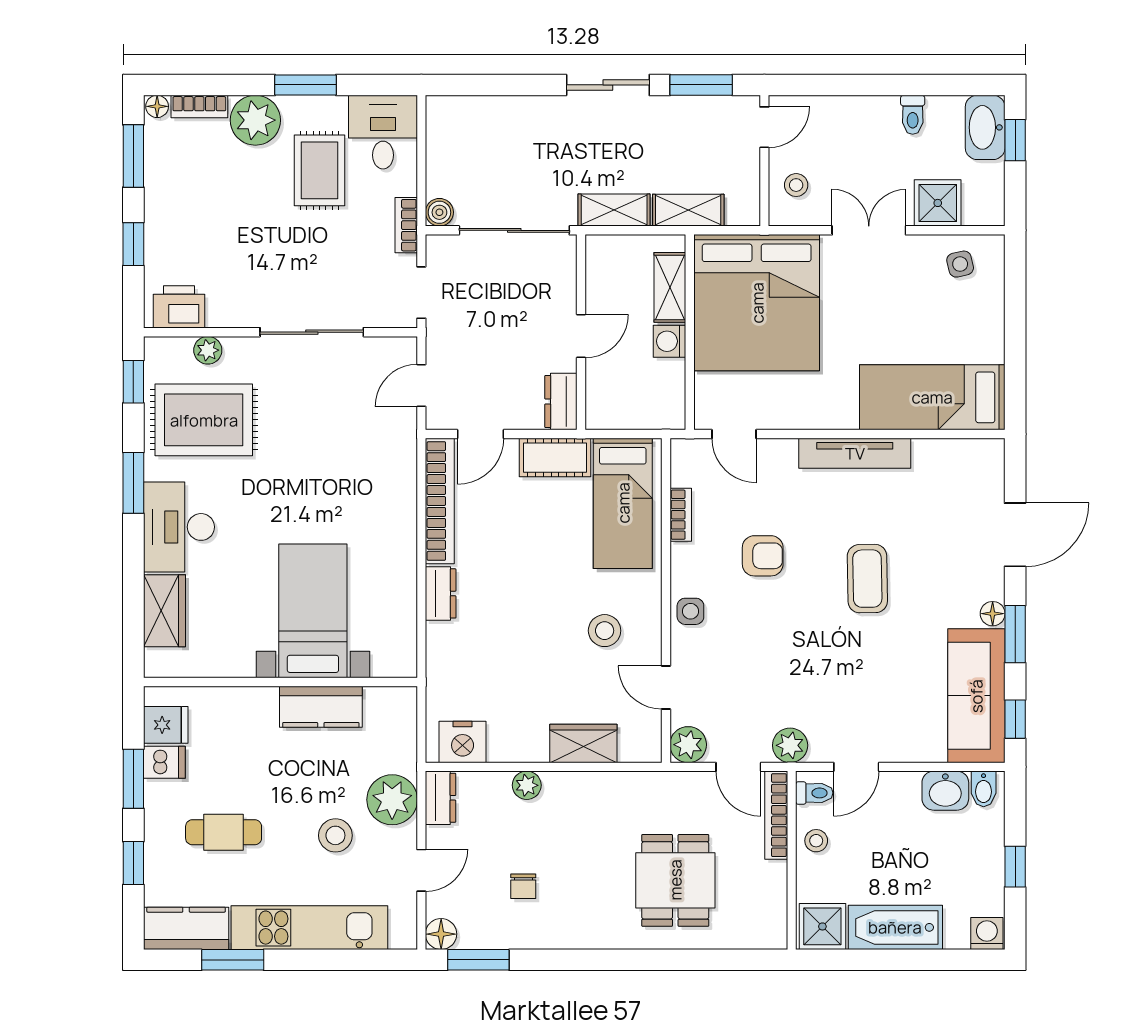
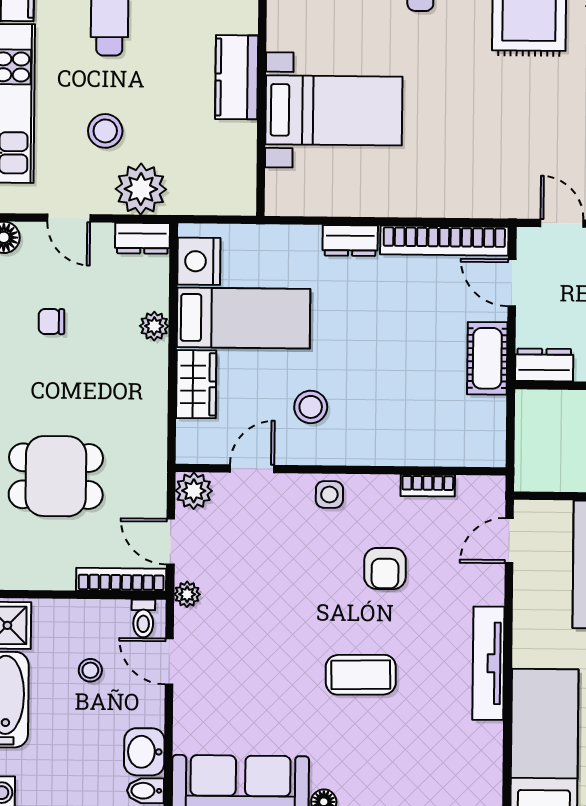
bed: (623, 503) -> (243, 318), moved, turned 180
kitchen counter: (321, 707) -> (237, 77), moved
plant: (790, 745) -> (187, 594), width x0.73, depth x0.73
door: (738, 767) -> (171, 542), hinge flipped
stool: (816, 841) -> (90, 670), moved

